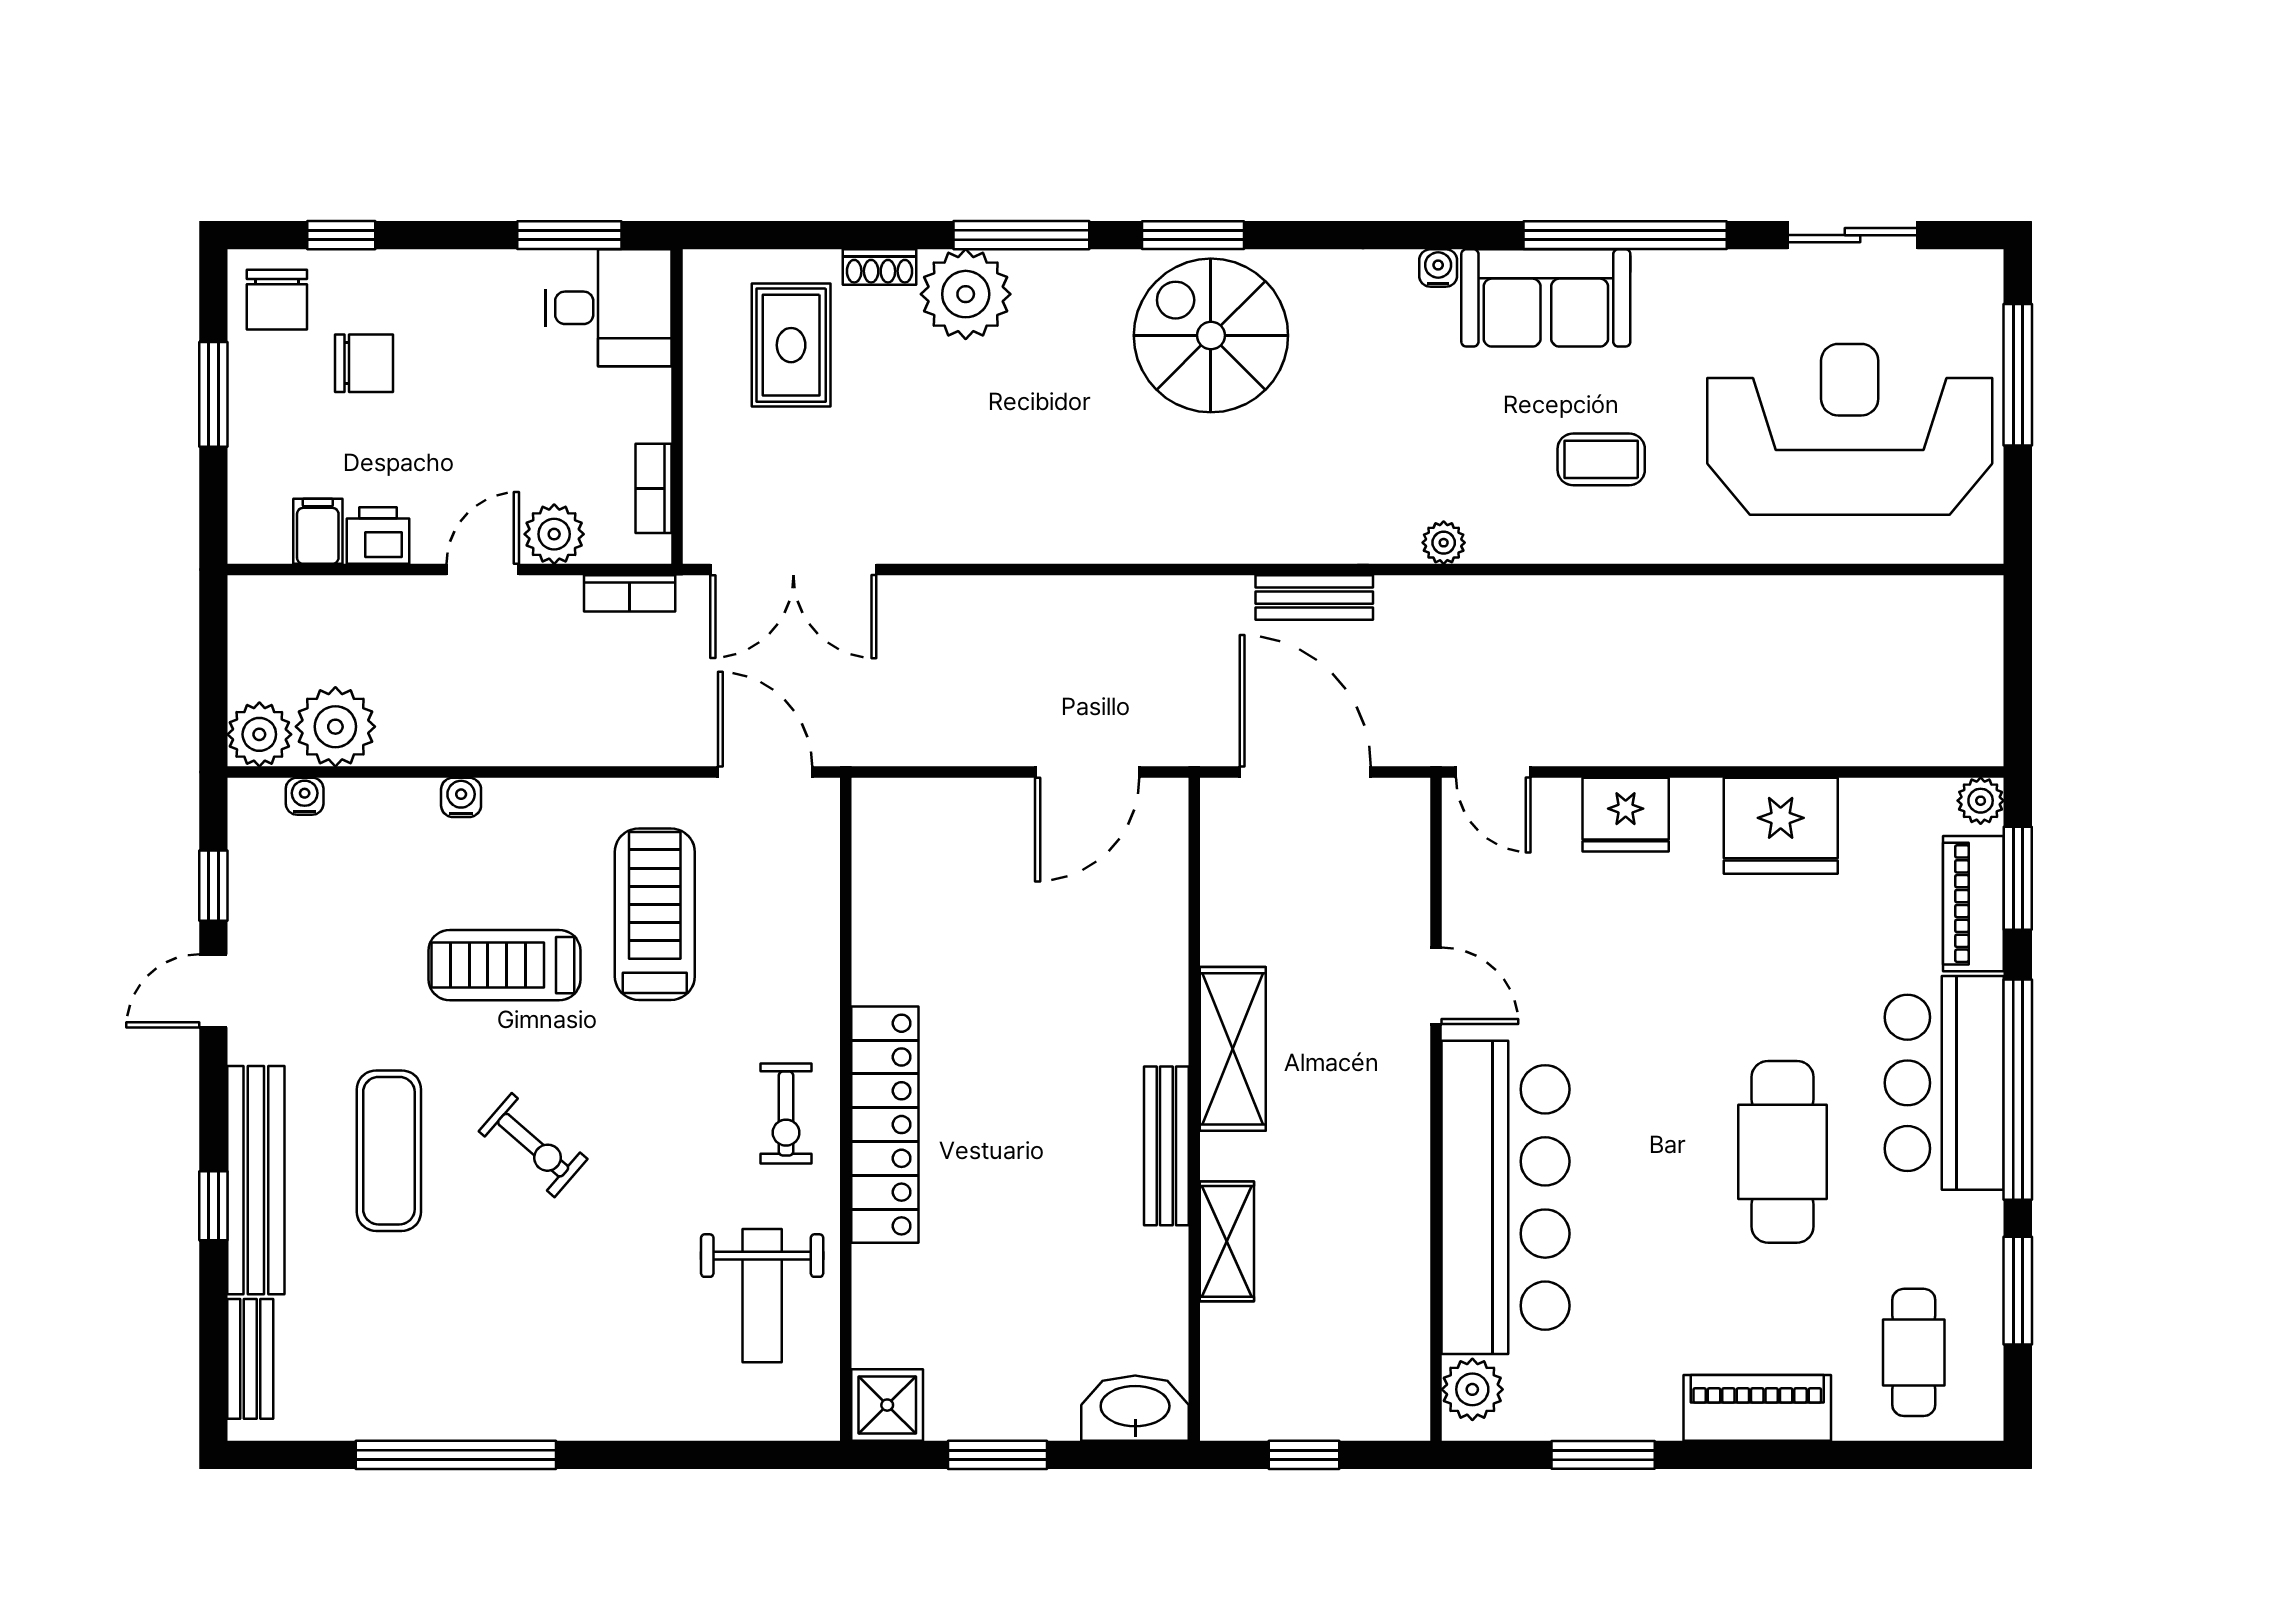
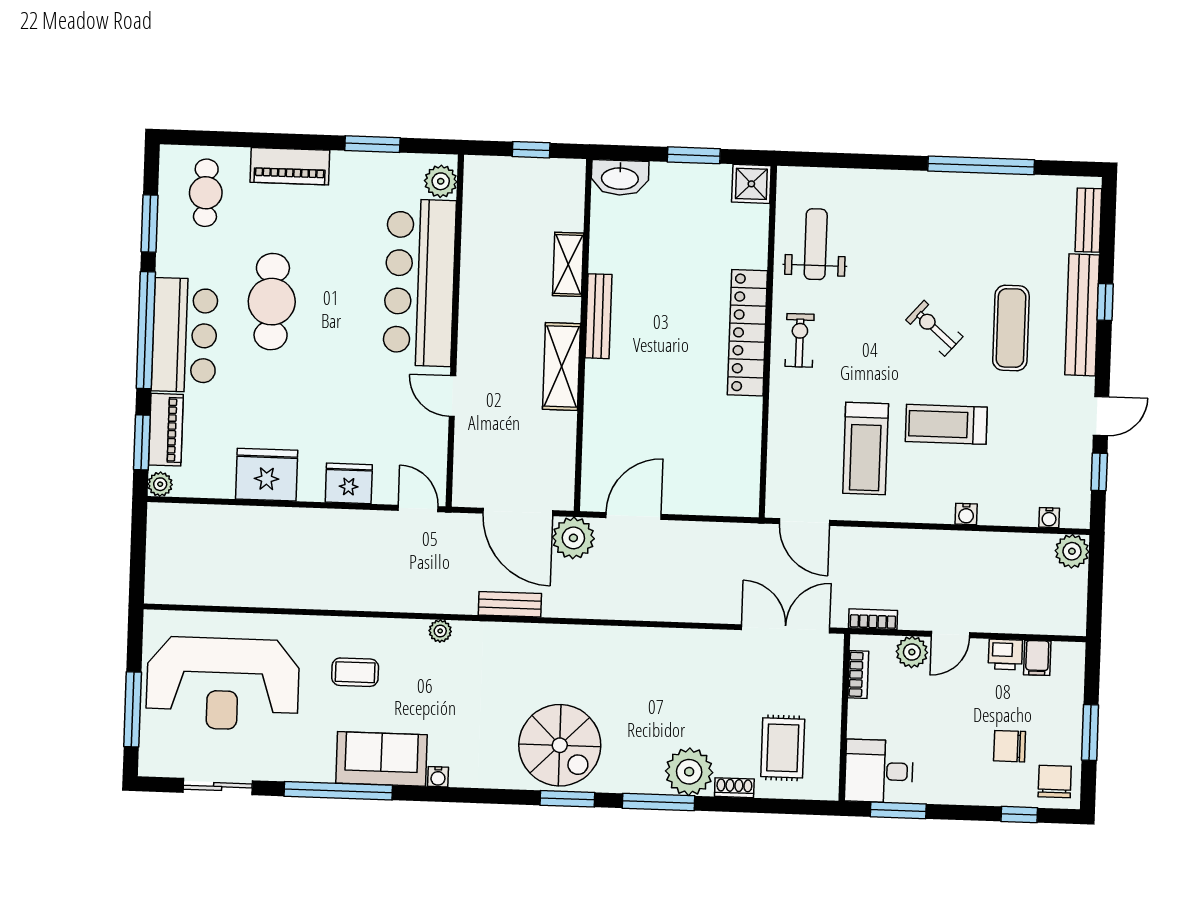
plant: (335, 727) -> (573, 538), moved
treadmill: (504, 965) -> (946, 424), turned 180

